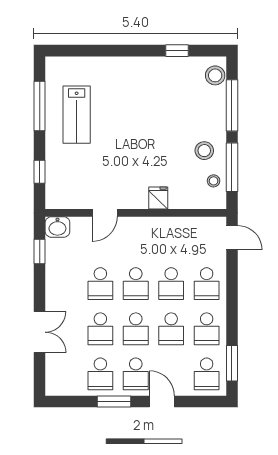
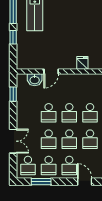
window: (40, 172) -> (13, 37), moved
washbasin: (57, 227) -> (35, 80), moved
school desk: (65, 374) -> (28, 166), added
window: (114, 401) -> (41, 182), moved

